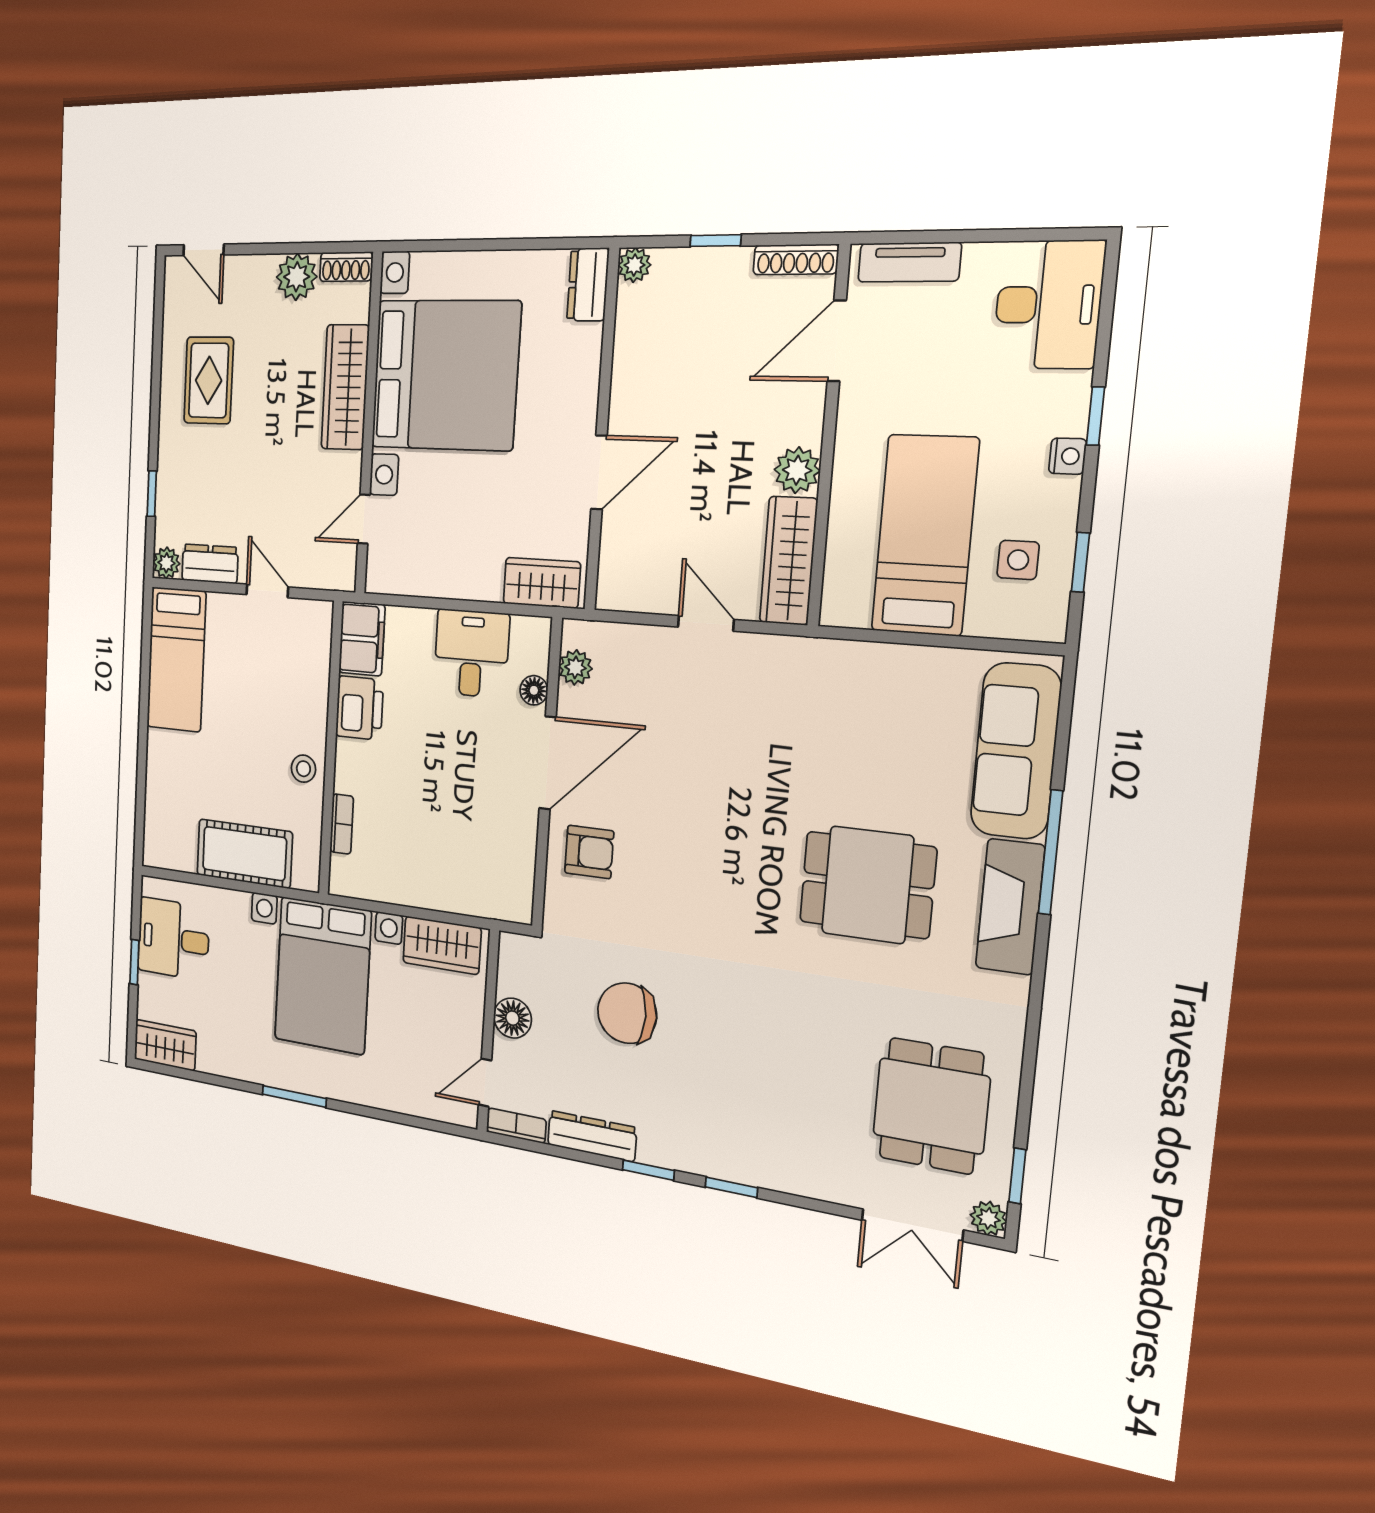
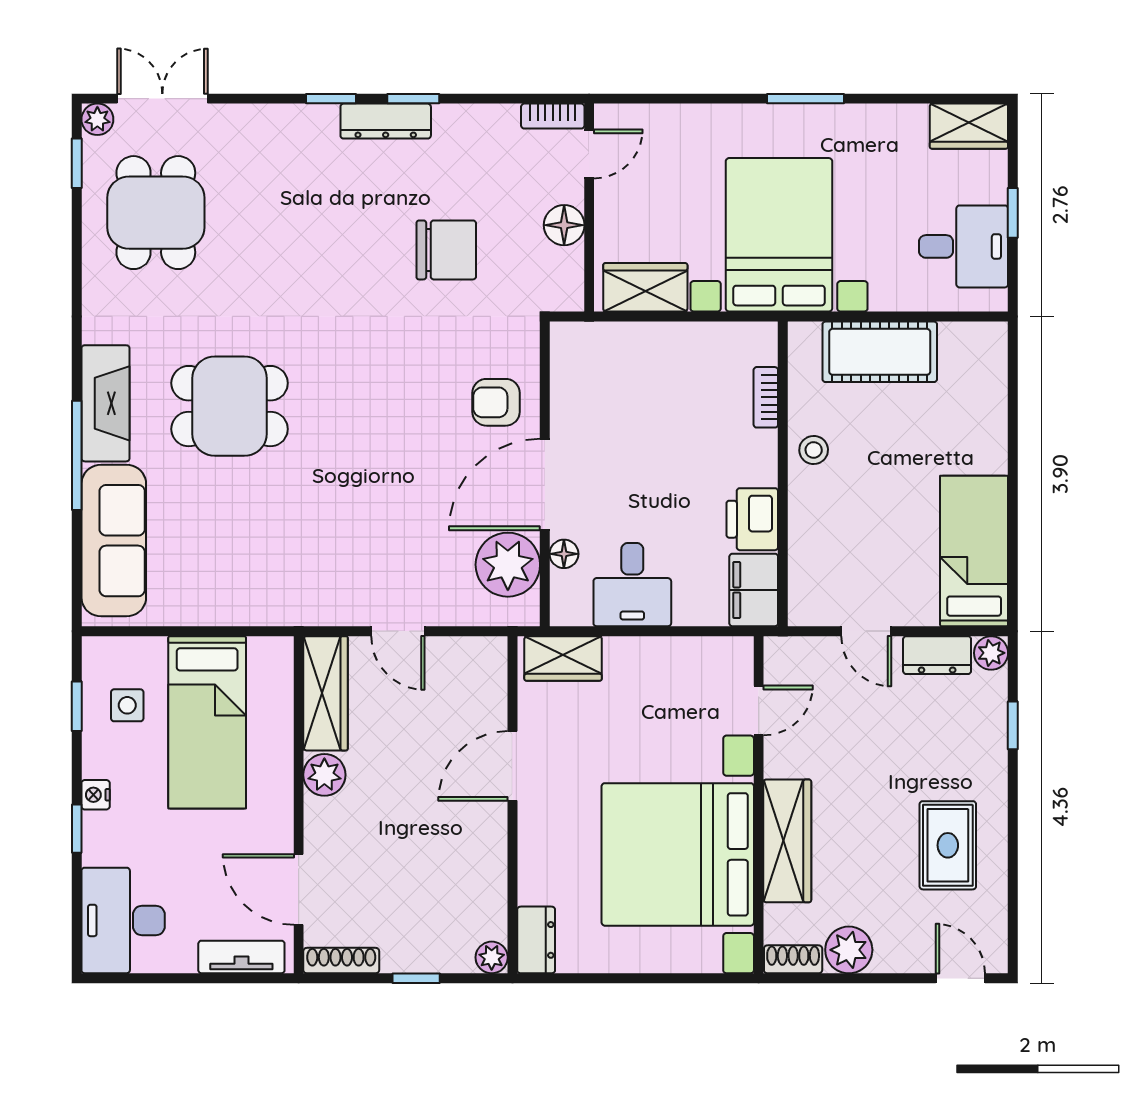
door: (837, 341) -> (299, 889), swing flipped
plant: (575, 667) -> (508, 565), width x1.87, depth x1.87
dresser: (592, 1136) -> (386, 121), moved

